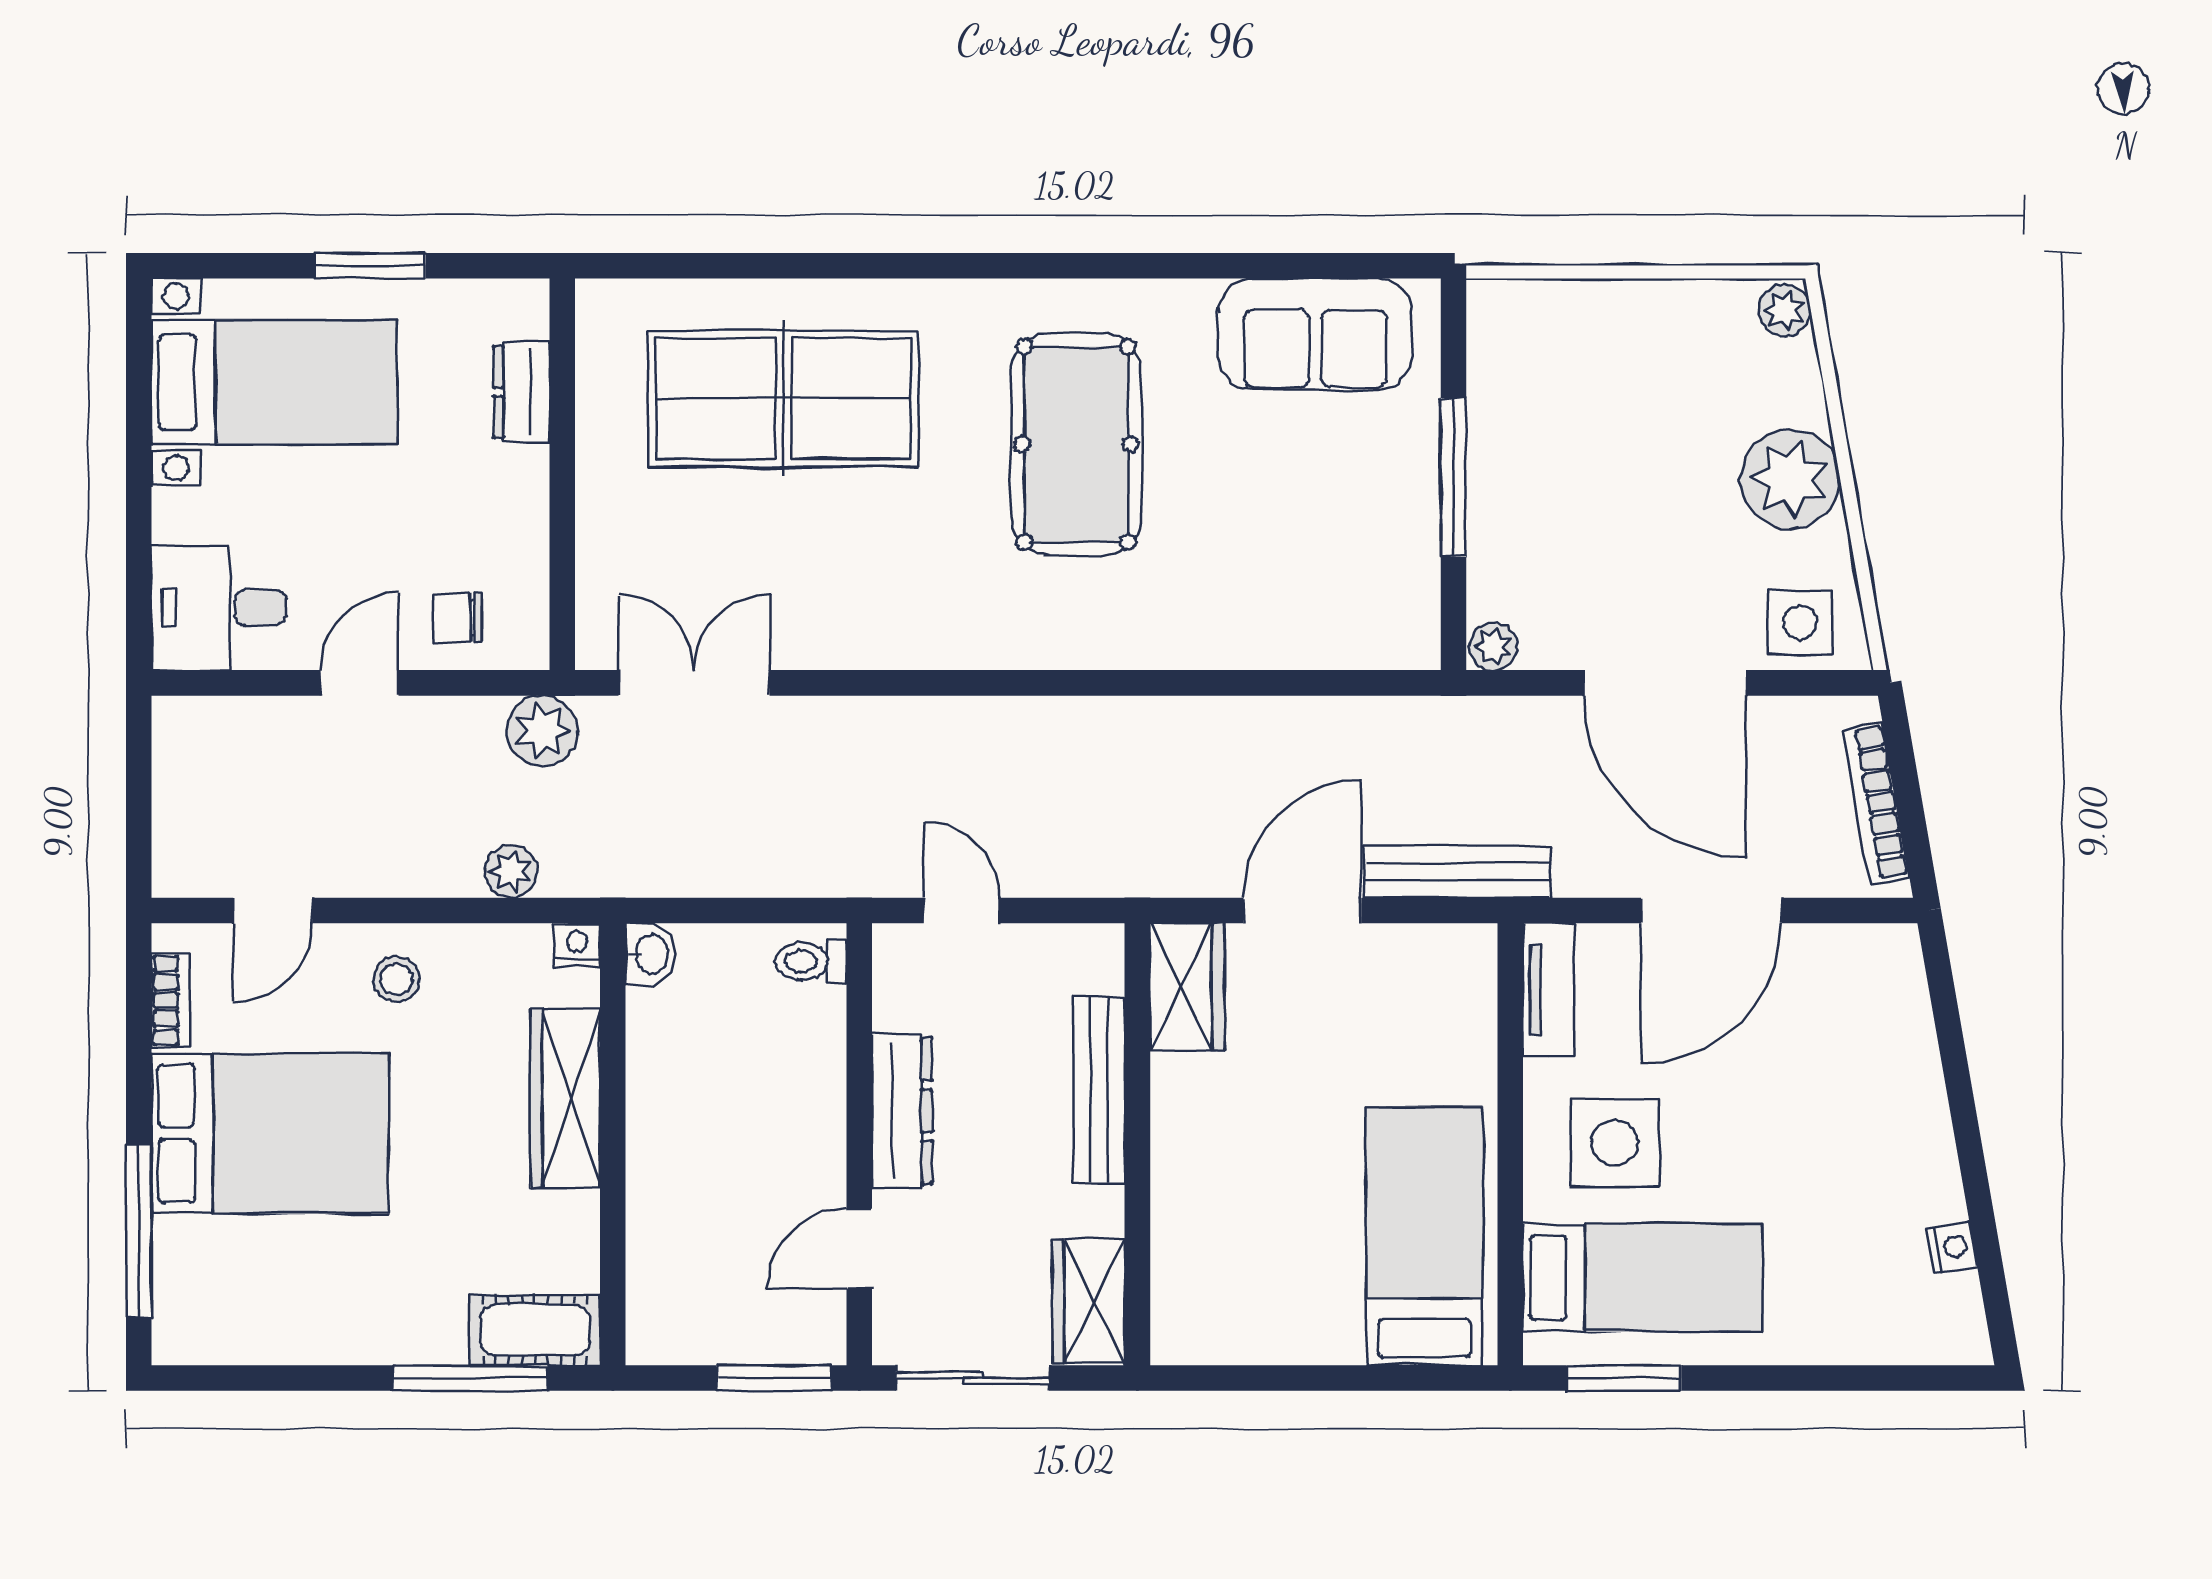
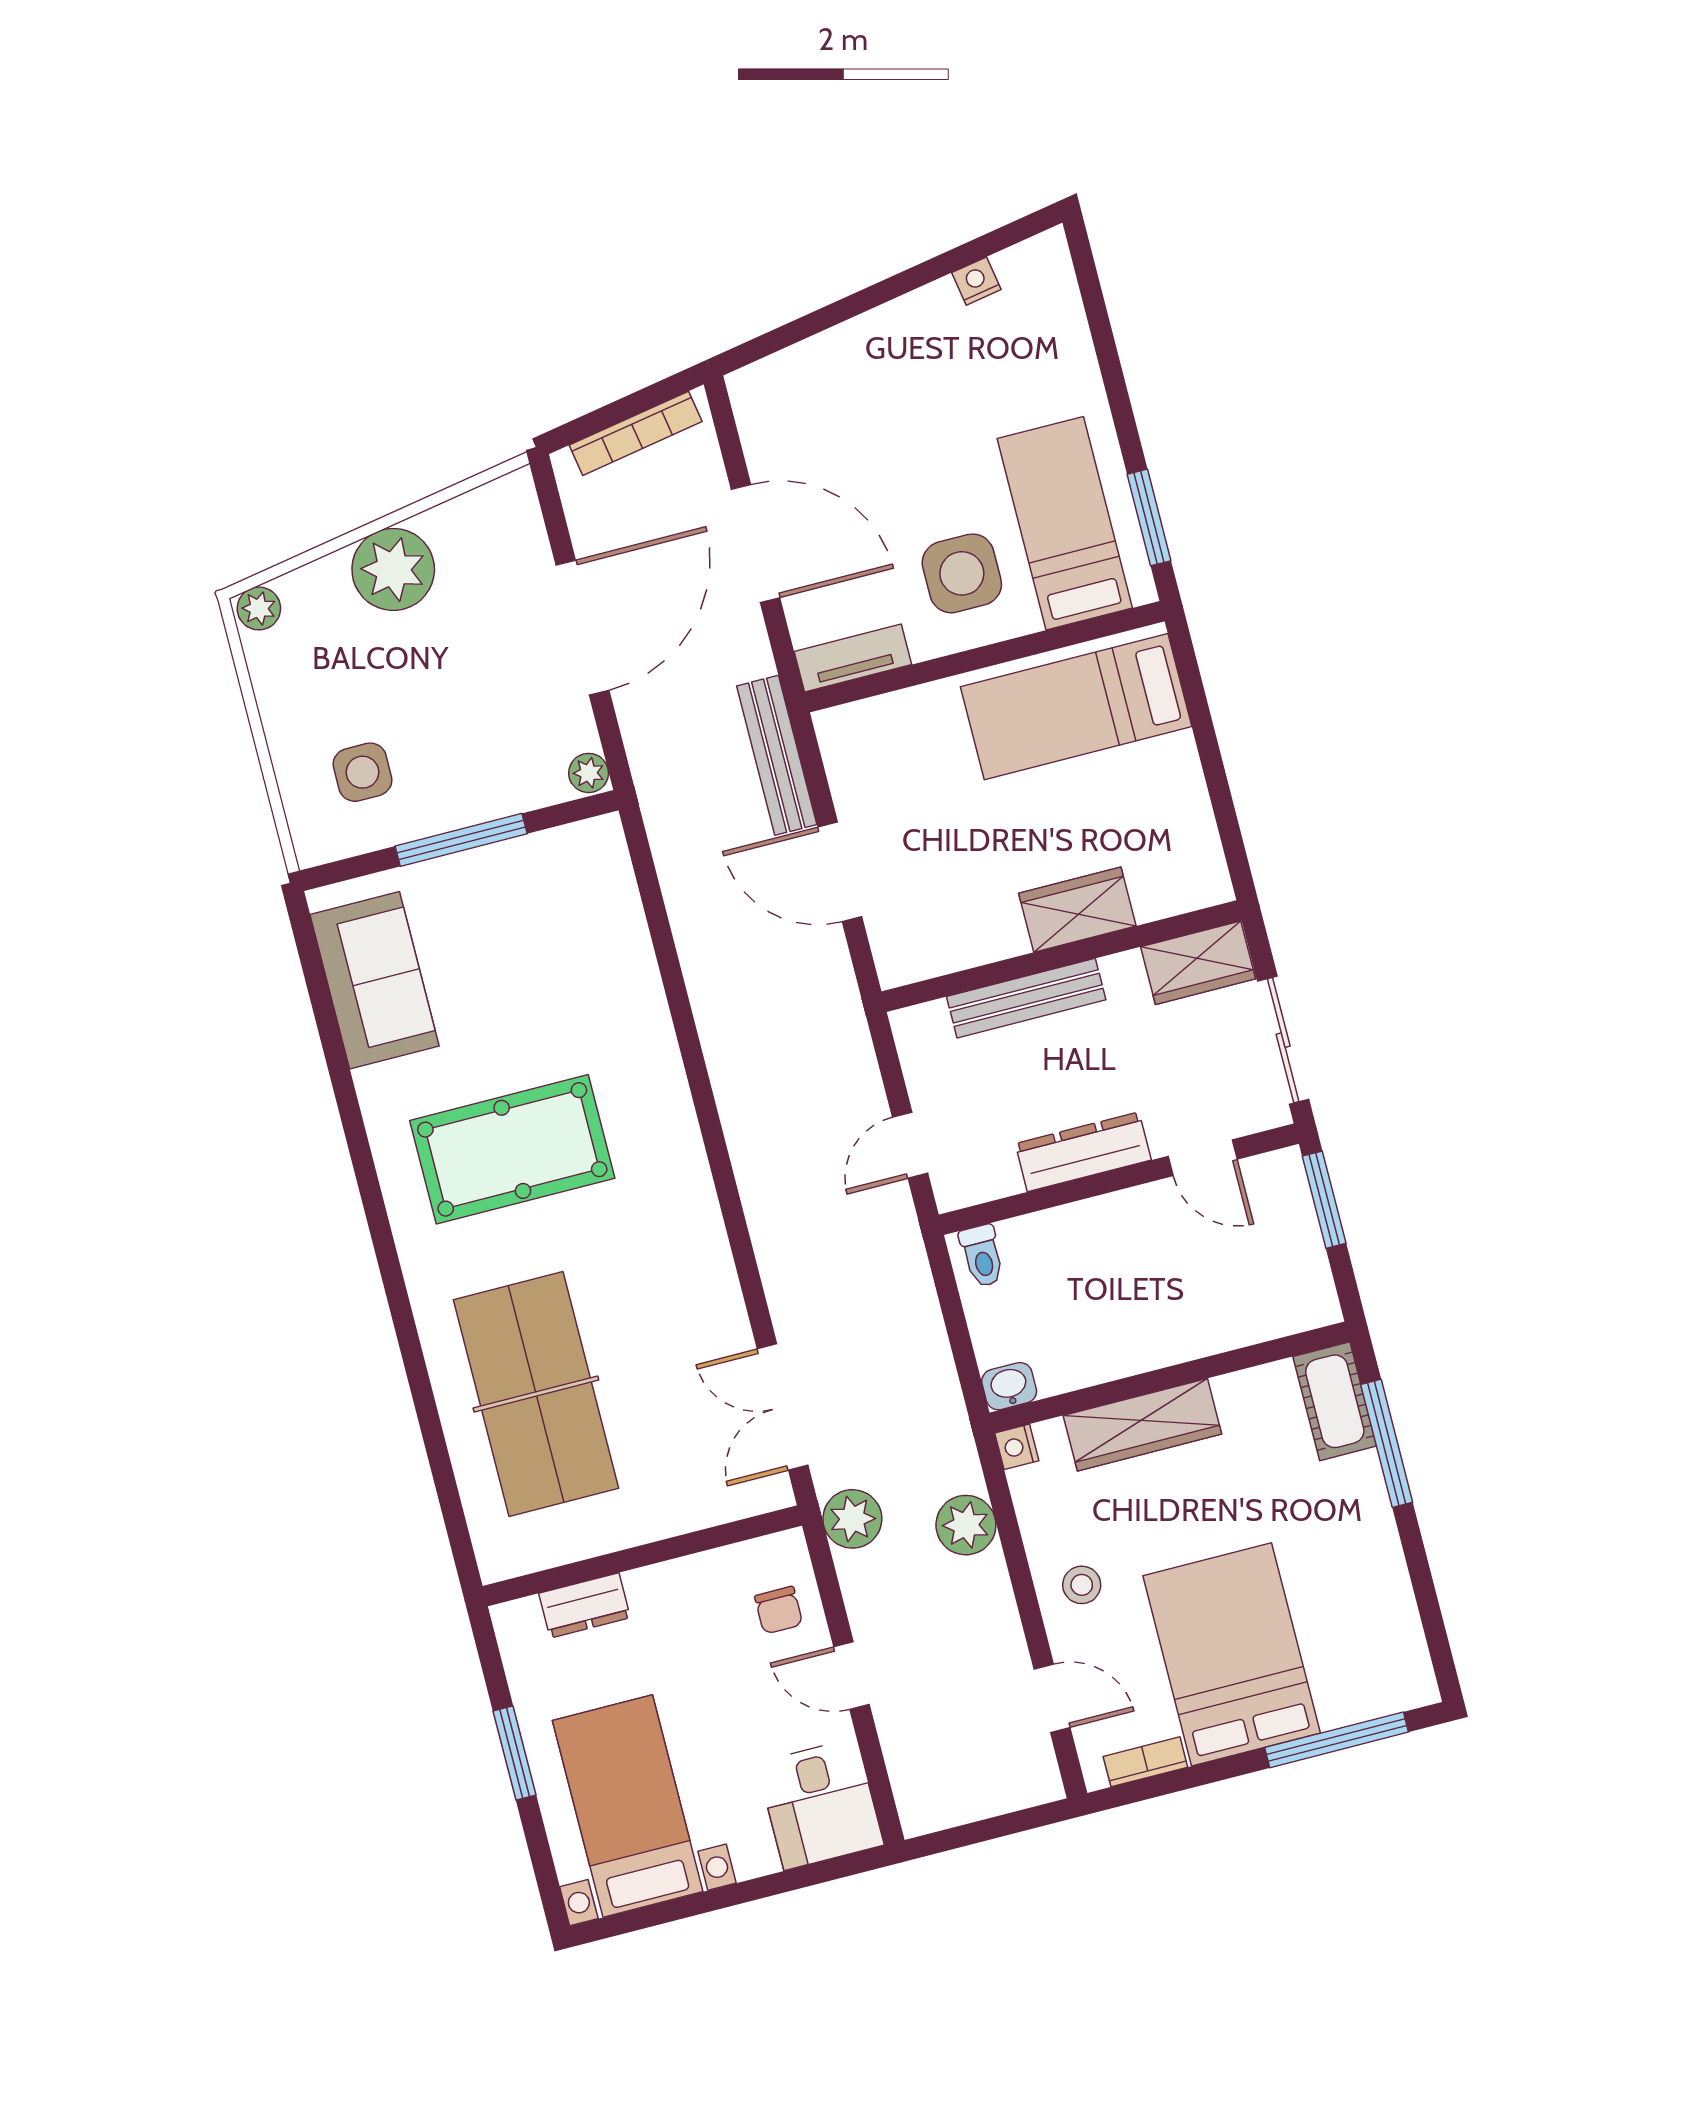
side table: (1800, 622) -> (363, 772), moved
plant: (511, 872) -> (966, 1525), width x1.38, depth x1.38
wardrobe: (1187, 987) -> (1077, 910), moved

